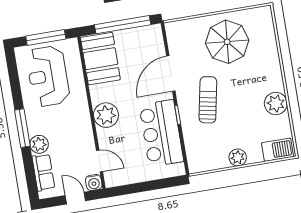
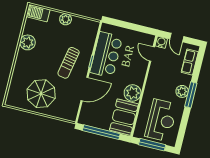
plant: (106, 115) -> (133, 93), moved
plant: (39, 144) -> (182, 91), moved

